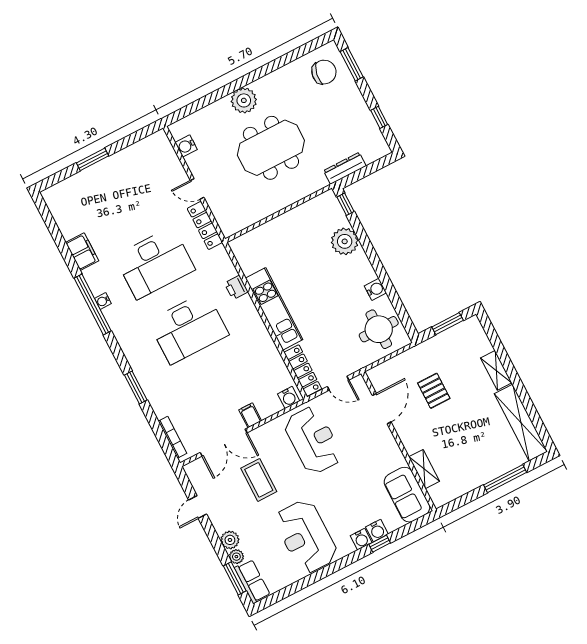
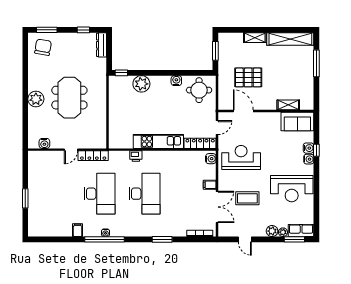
dresser: (345, 168) -> (102, 45), moved
filing cabinet: (82, 252) -> (78, 230), width x0.50
pallet: (434, 391) -> (248, 77), width x1.50, depth x1.42

